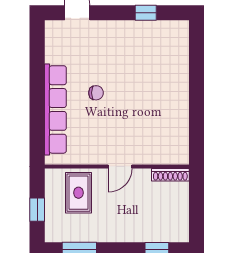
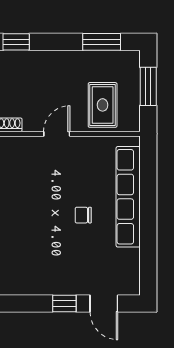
window: (146, 13) -> (64, 303), moved
window: (37, 210) -> (148, 86), width x1.50

